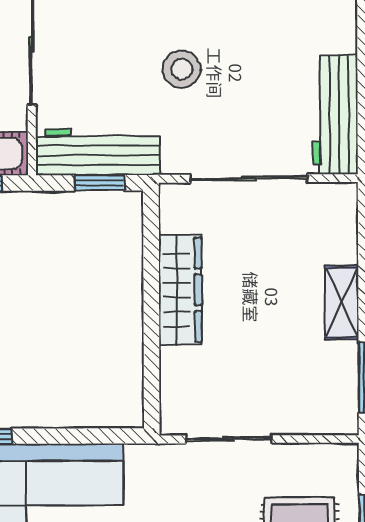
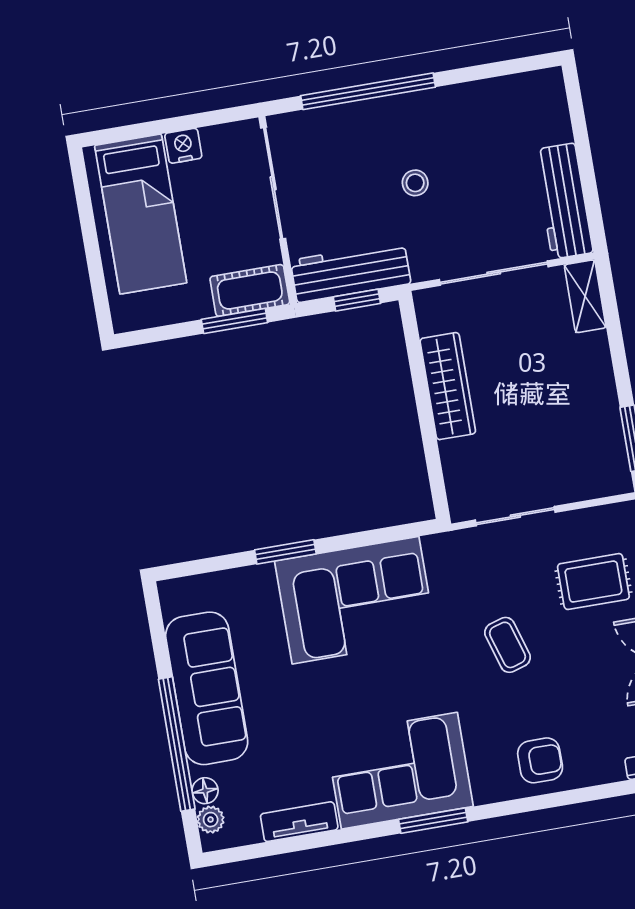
stool: (182, 69) -> (415, 183), width x0.73, depth x0.73
shelving: (342, 303) -> (585, 296), moved

